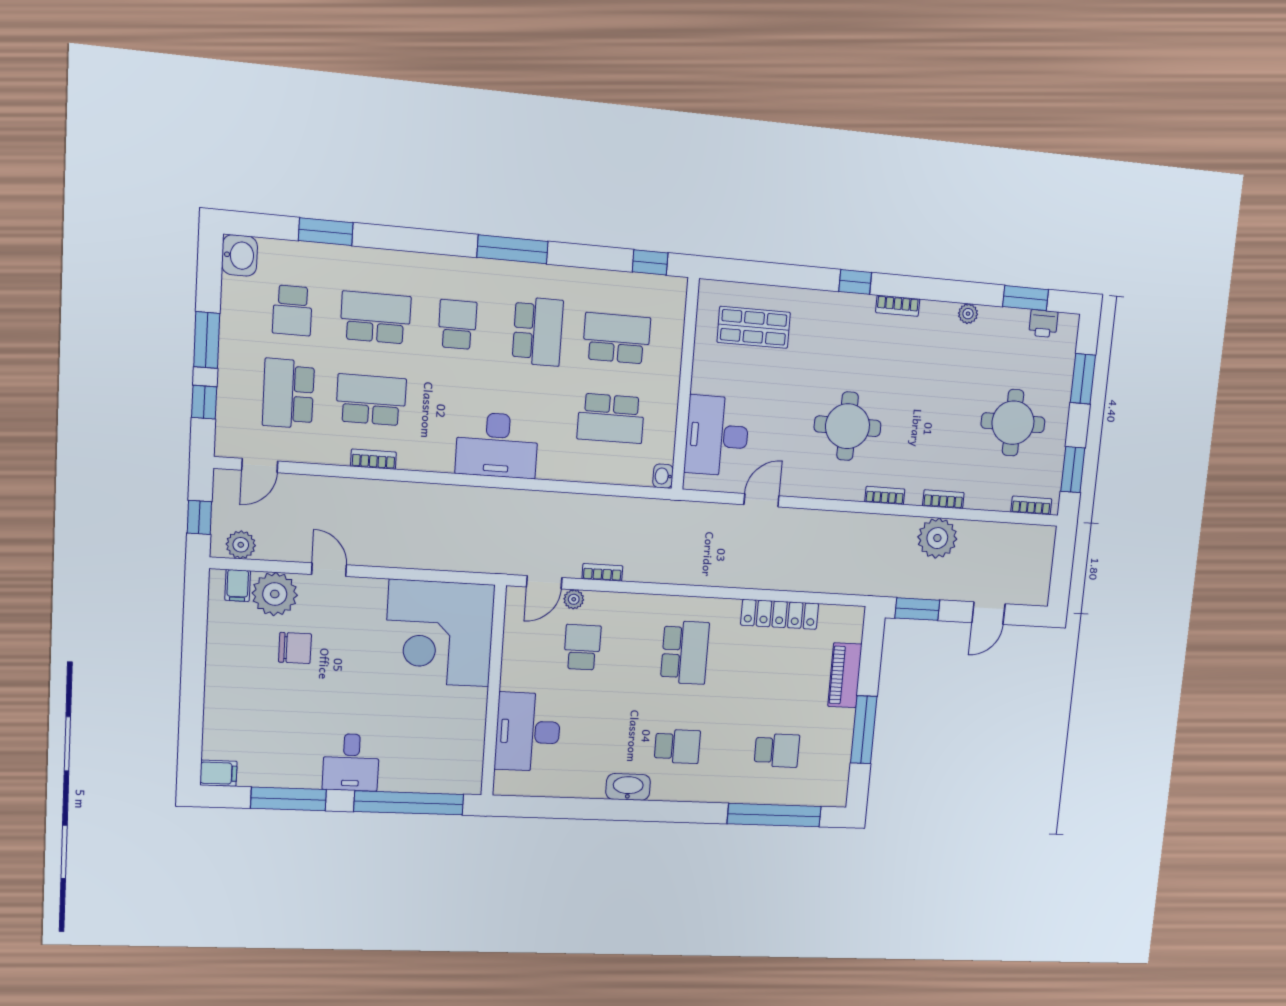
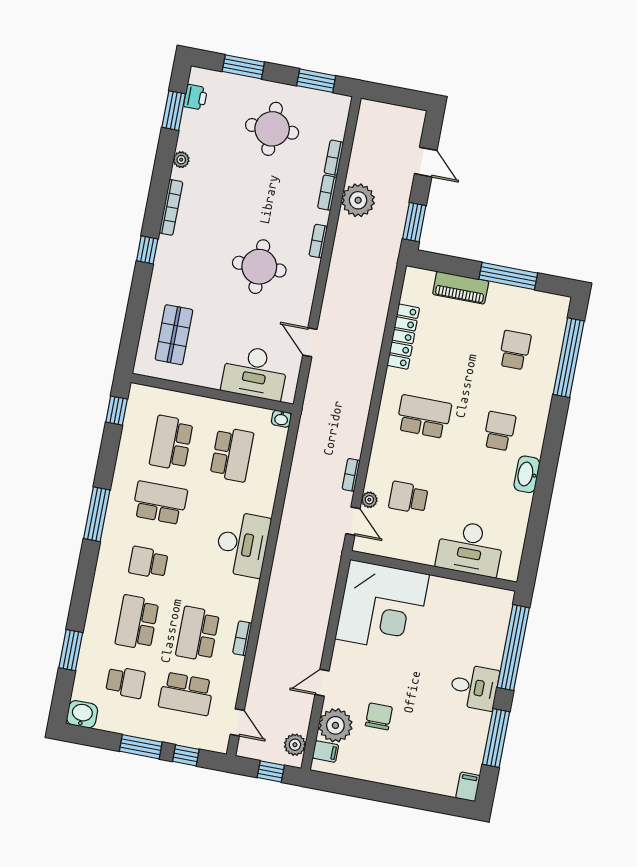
bookcase: (898, 306) -> (171, 207), width x1.56
bookcase: (1031, 505) -> (334, 158), moved

